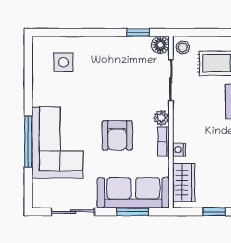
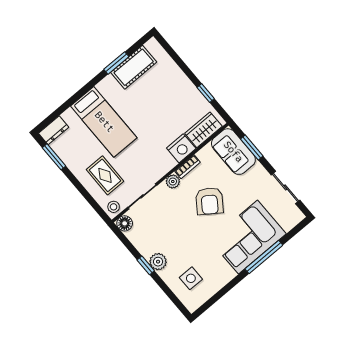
window: (138, 32) -> (146, 265), moved
plant: (102, 46) -> (158, 262), added
armchair: (117, 135) -> (209, 201), turned 125
nightstand: (179, 150) -> (181, 148), width x1.89, depth x1.79
sofa: (133, 193) -> (233, 152), width x0.73

